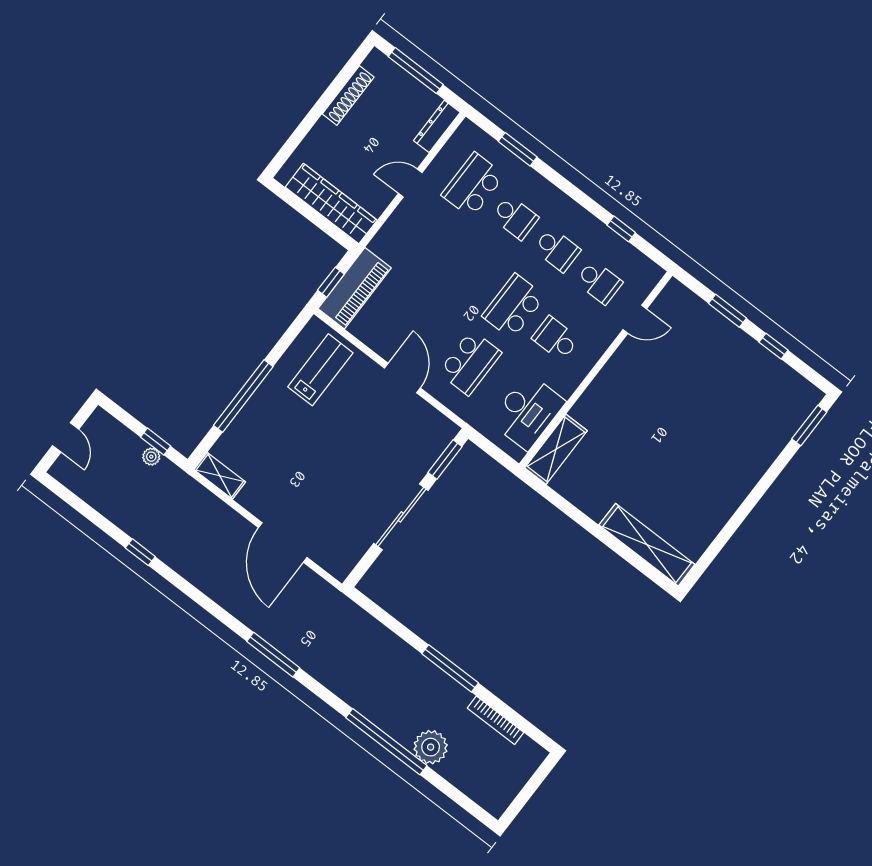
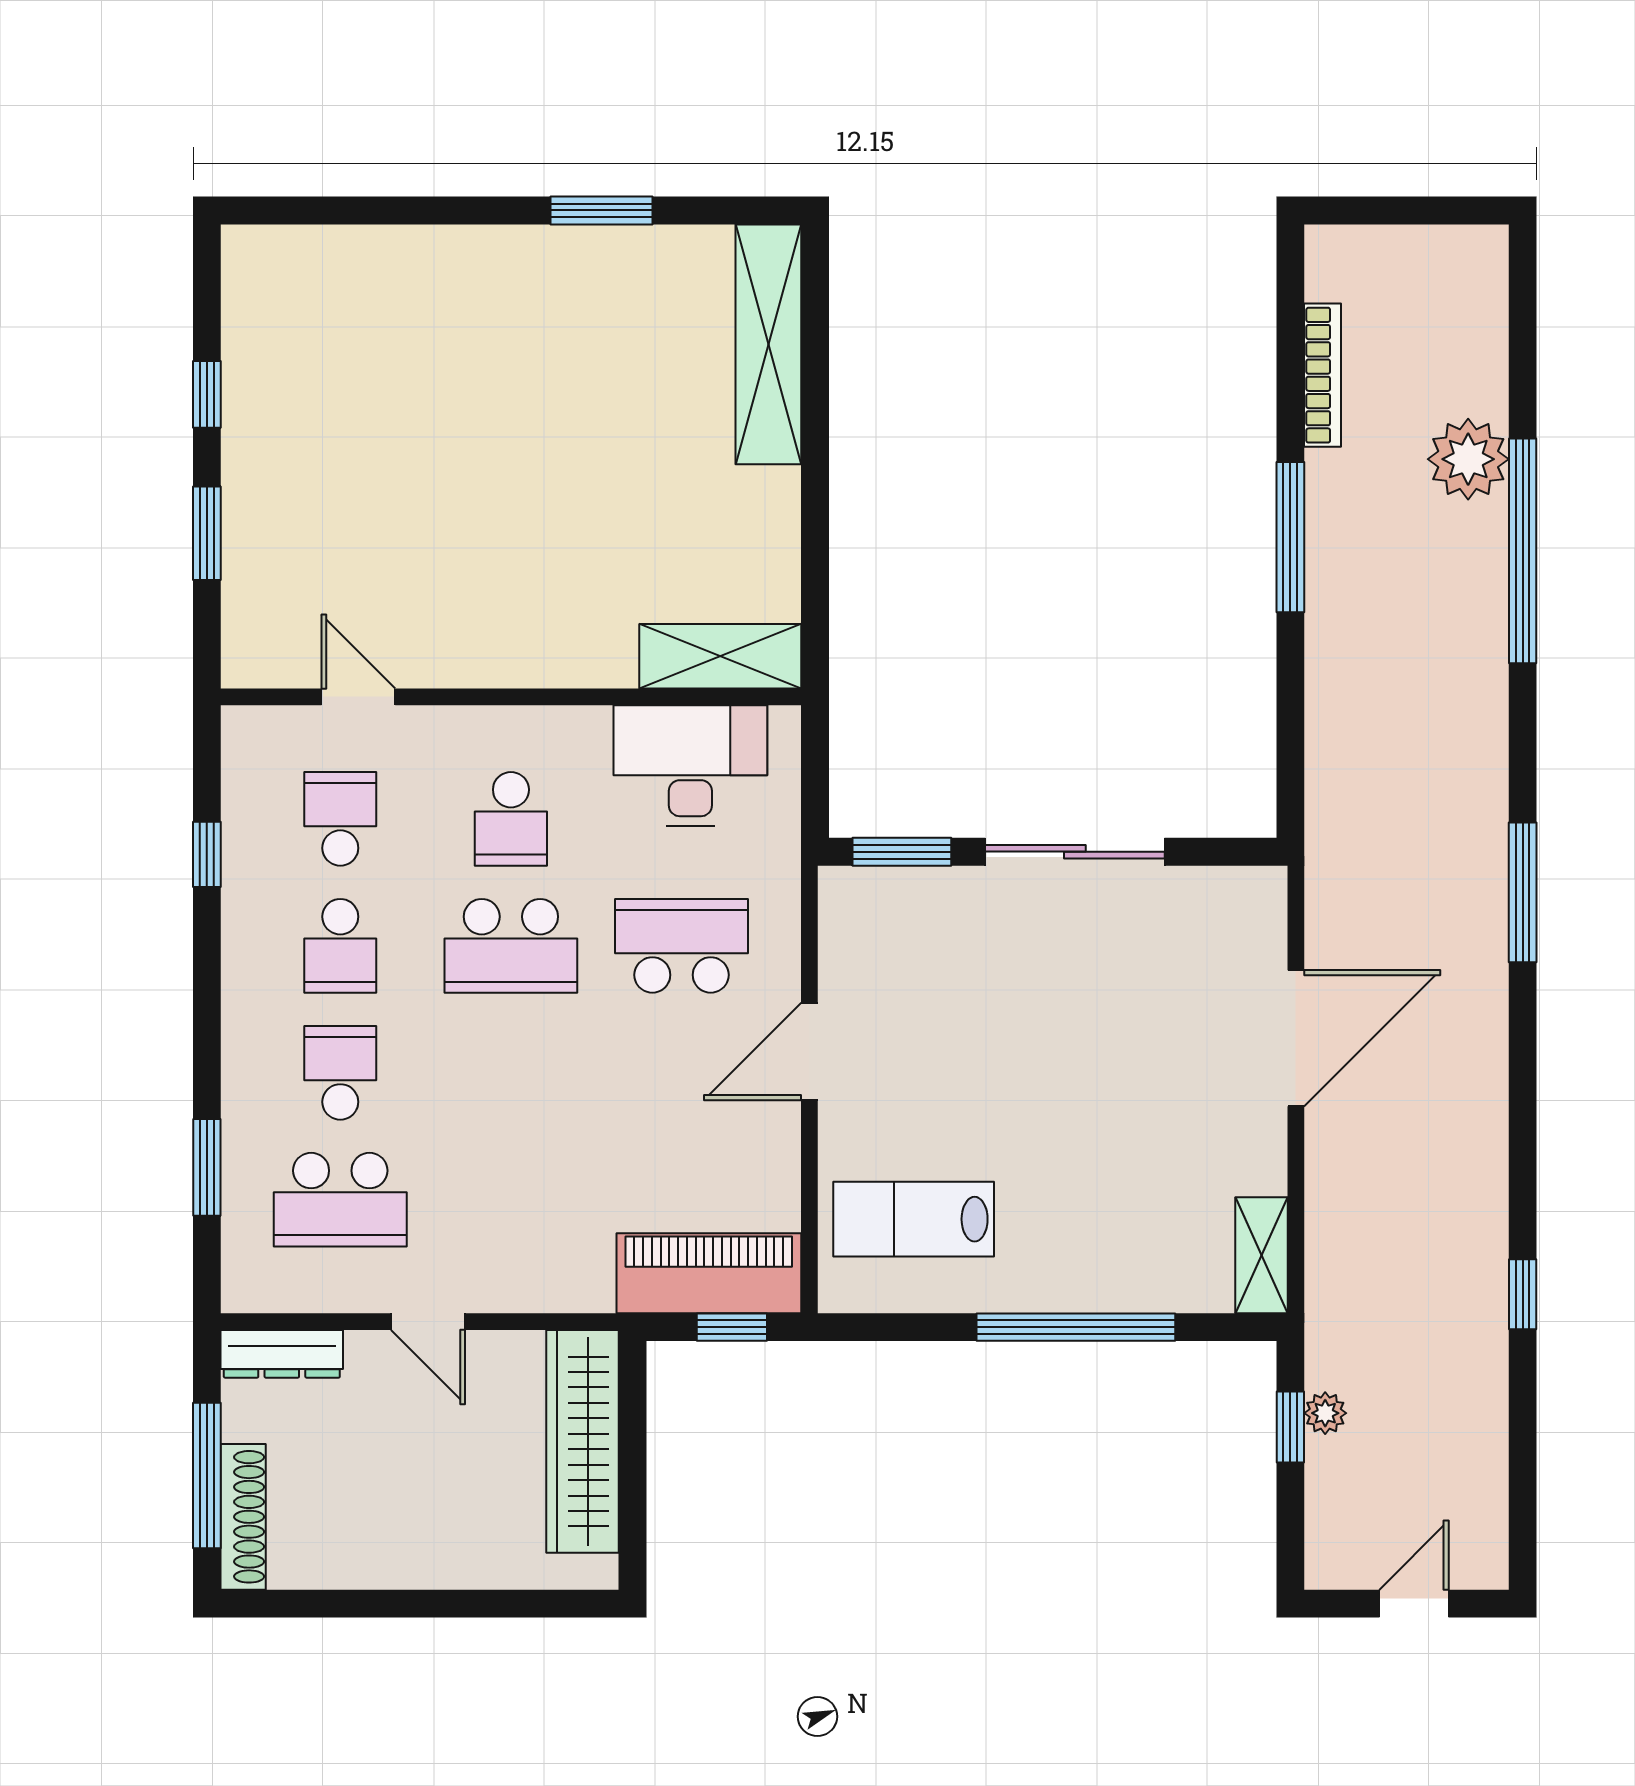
shoe rack: (348, 95) -> (243, 1517), moved, turned 90
school desk: (557, 250) -> (340, 946), turned 180
window: (809, 425) -> (602, 210), moved

